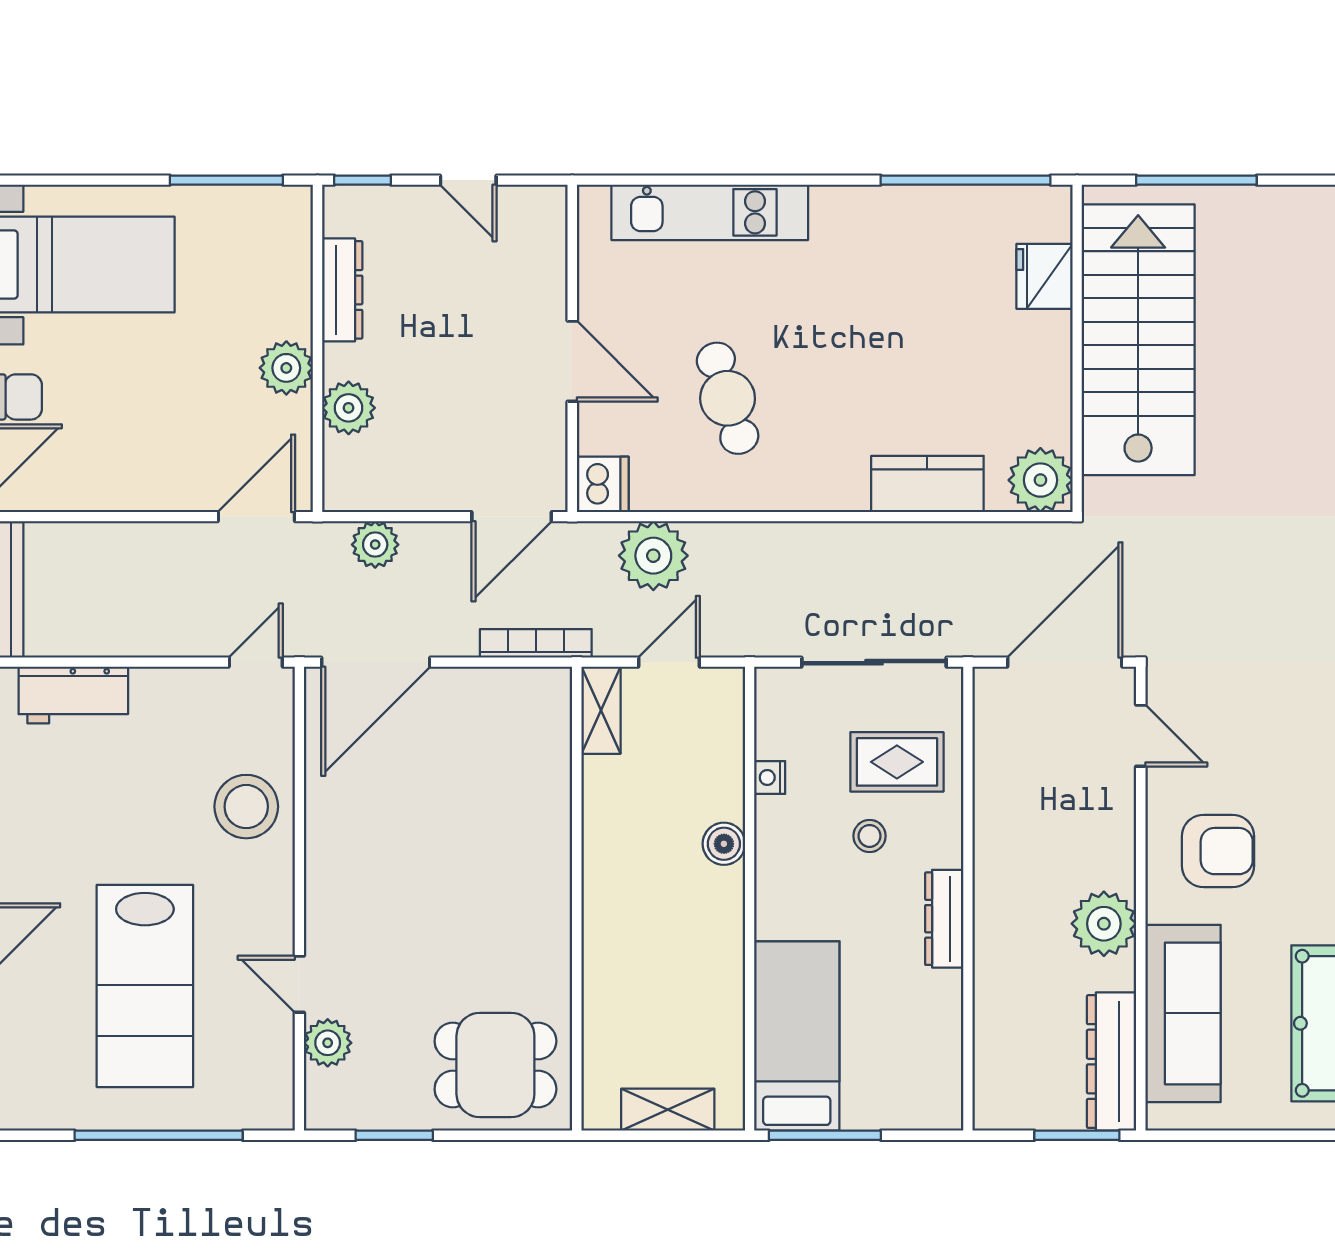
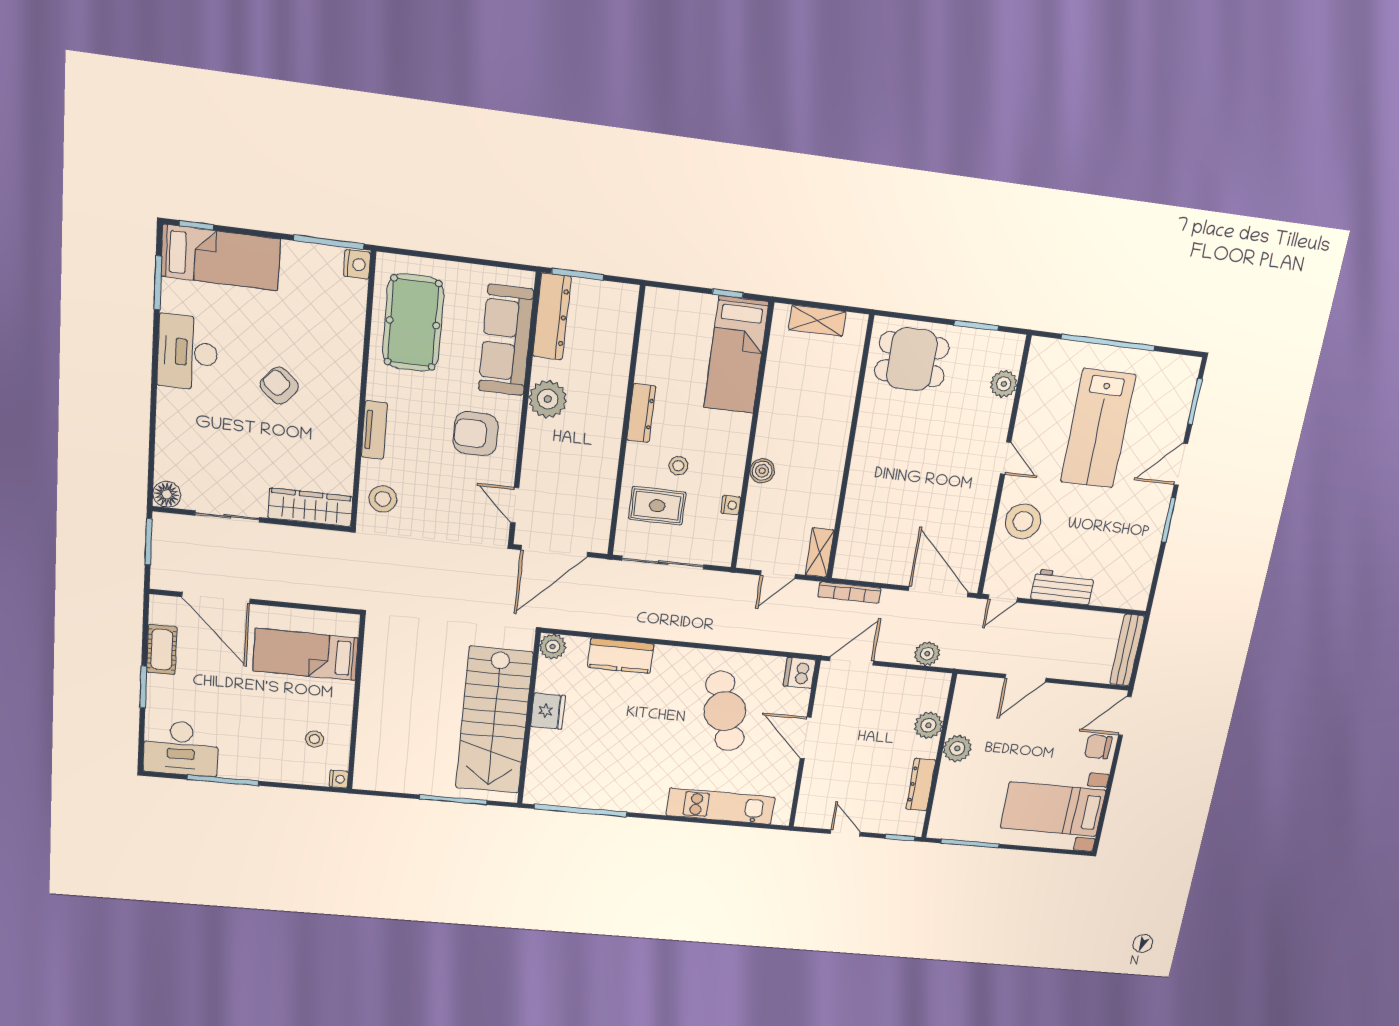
fridge: (1044, 276) -> (548, 711), moved
cafe table: (728, 398) -> (725, 711), width x1.37, depth x1.35
plant: (1040, 480) -> (553, 647), width x0.73, depth x0.73
door: (256, 517) -> (1026, 678), moved
plant: (653, 556) -> (778, 633), removed
door: (376, 662) -> (938, 592), hinge flipped
workbench: (73, 695) -> (1063, 587), moved
door: (299, 984) -> (1006, 458), moved
lab bench: (145, 986) -> (1098, 429), turned 180
window: (825, 1135) -> (728, 294), width x0.46

